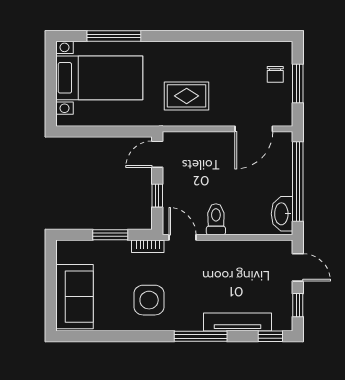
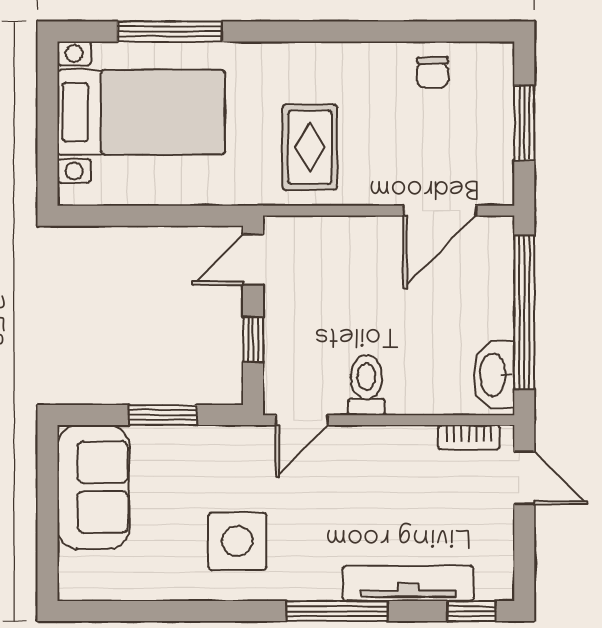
chair: (275, 74) -> (433, 73), moved
rug: (187, 96) -> (310, 147), turned 90
door: (183, 237) -> (302, 420), swing flipped
bookcase: (148, 246) -> (469, 437), moved
sofa: (74, 297) -> (93, 487), moved
window: (298, 305) -> (524, 551), removed

